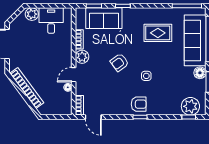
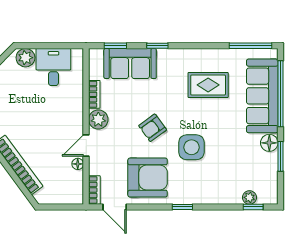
side table: (146, 76) -> (191, 147), width x1.87, depth x1.87
armchair: (139, 104) -> (148, 178), moved, width x1.88, depth x1.88
plant: (190, 106) -> (249, 197), width x0.53, depth x0.53

